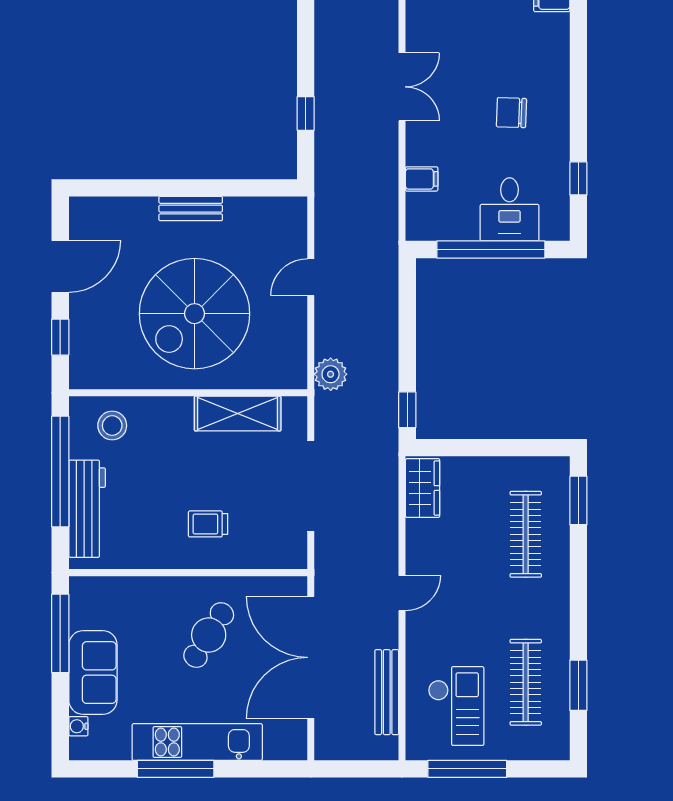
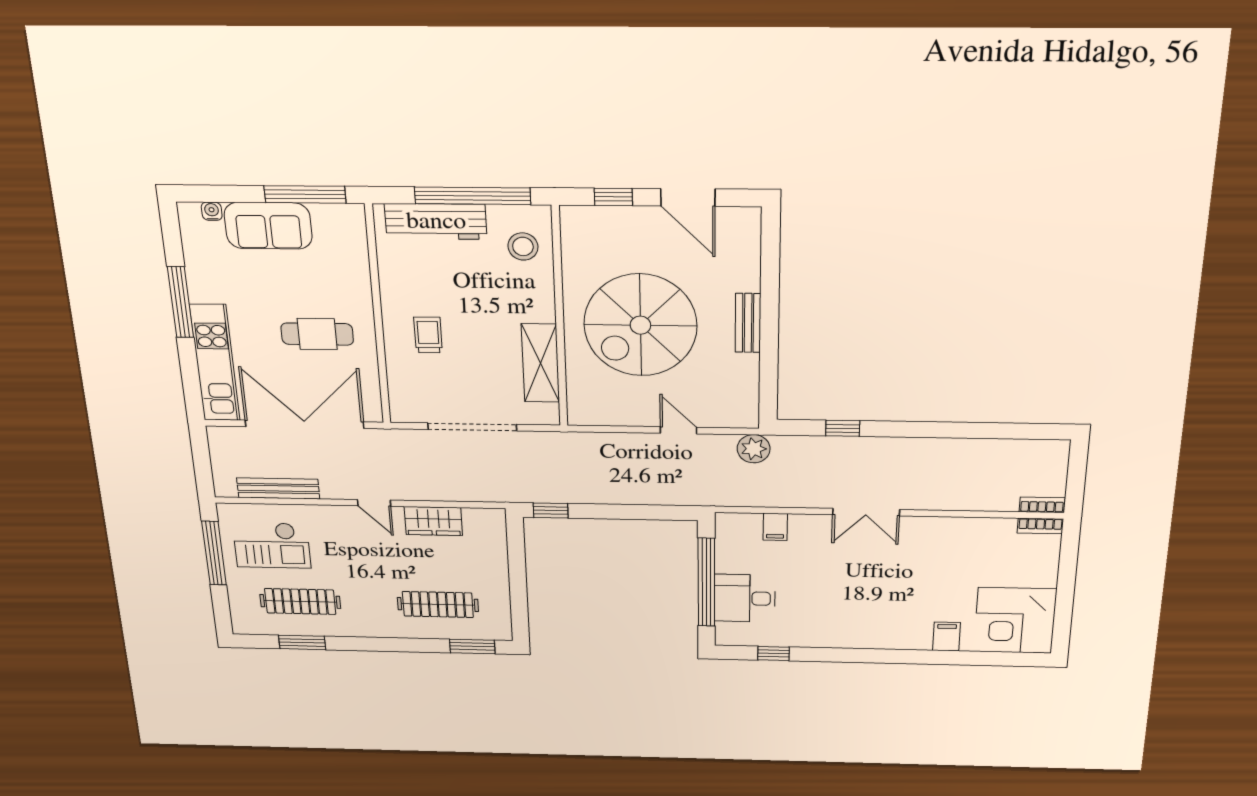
chair: (511, 113) -> (838, 602), removed
spiral stairs: (195, 314) -> (640, 325), turned -90
plant: (331, 374) -> (754, 449), moved
wardrobe: (423, 488) -> (433, 521), moved
cafe table: (209, 635) -> (317, 334), turned -32
kitchen unit: (197, 742) -> (215, 363), moved

